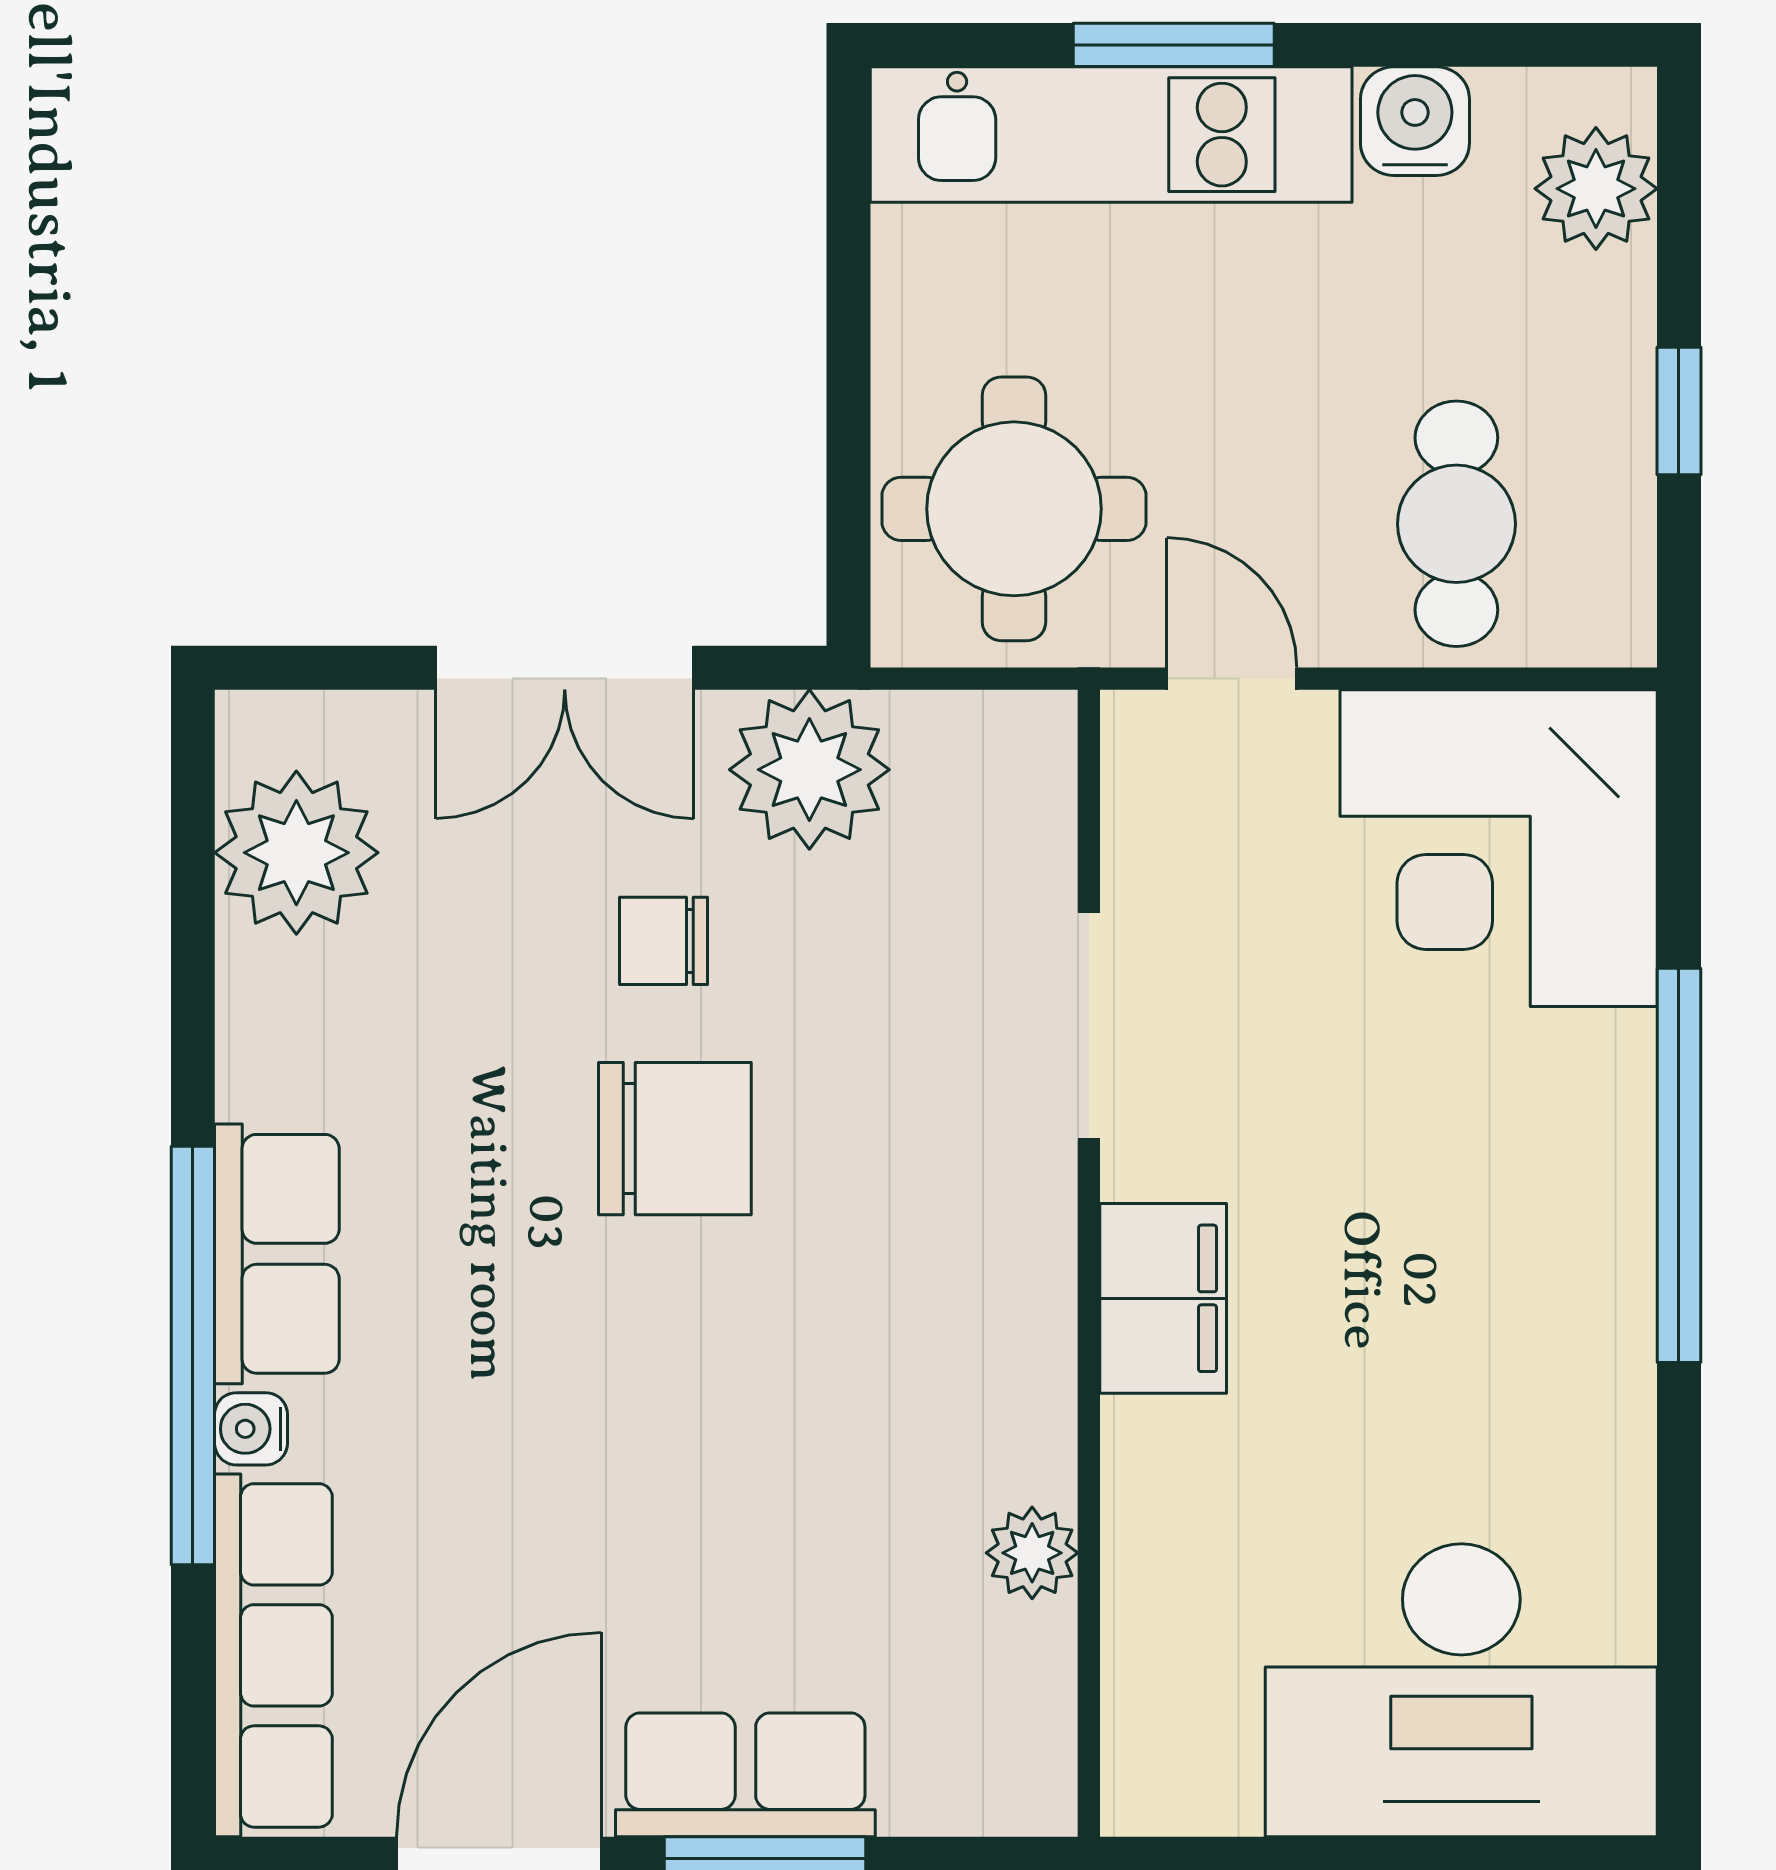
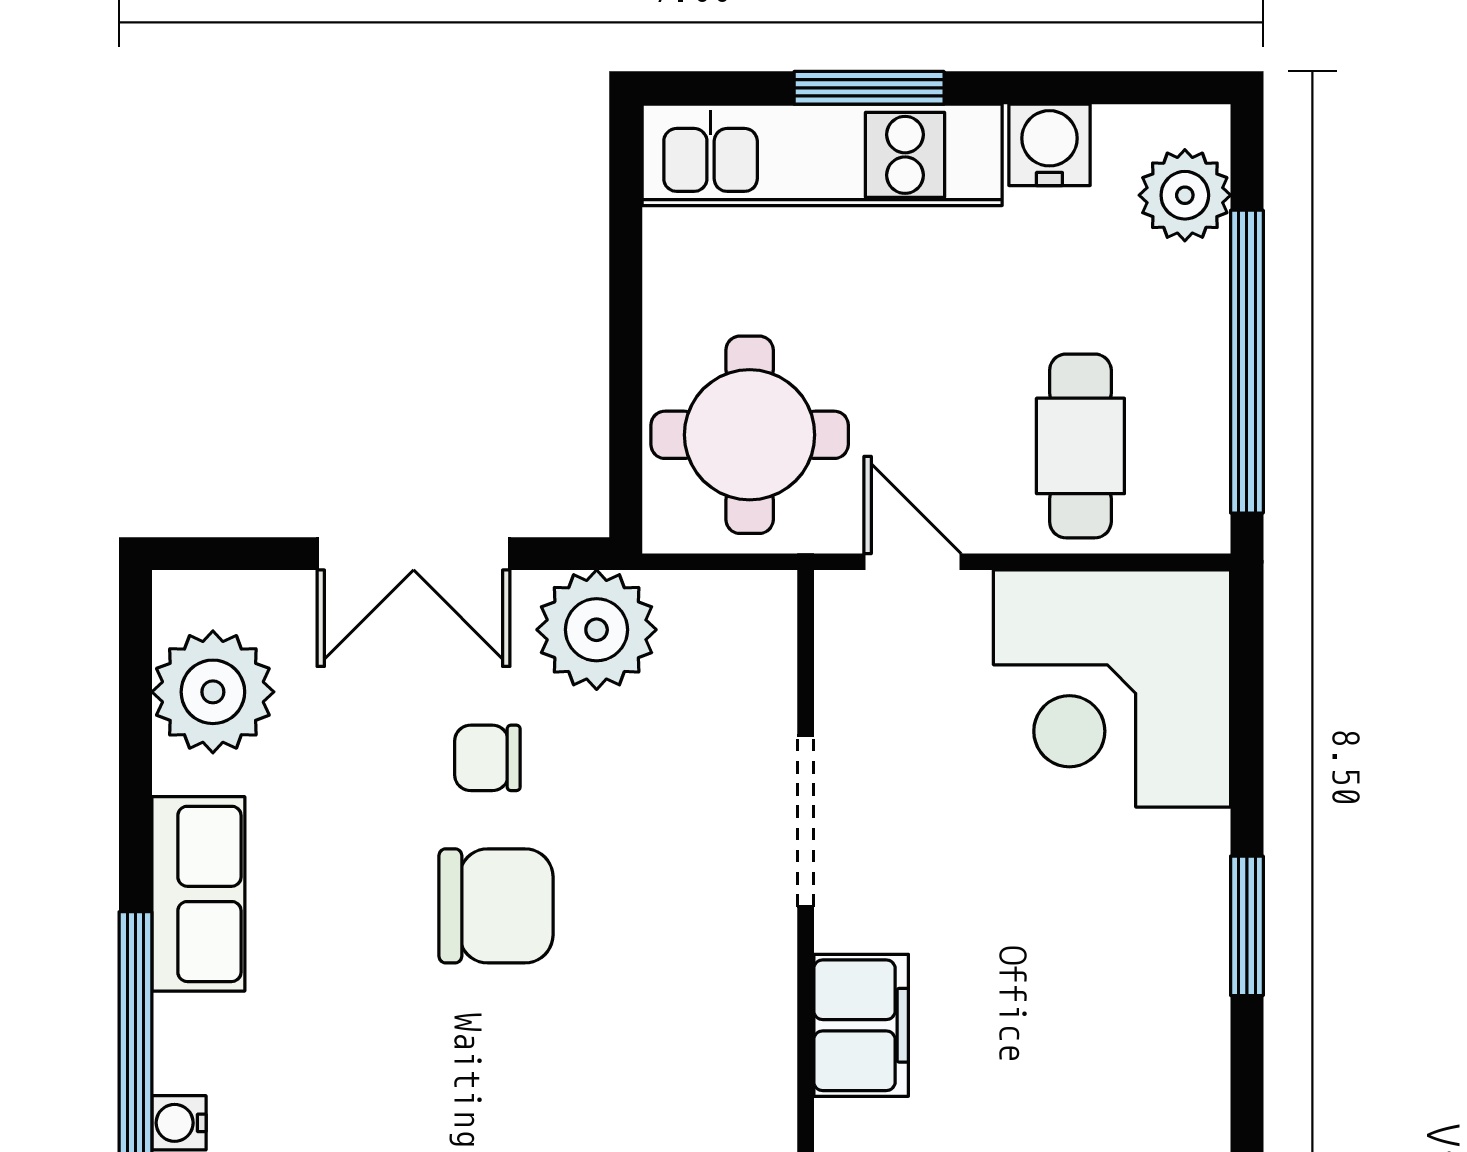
window: (1679, 411) -> (1247, 362), width x3.17
window: (1679, 1165) -> (1247, 926), width x0.47
row of seats: (277, 1254) -> (198, 894), moved

